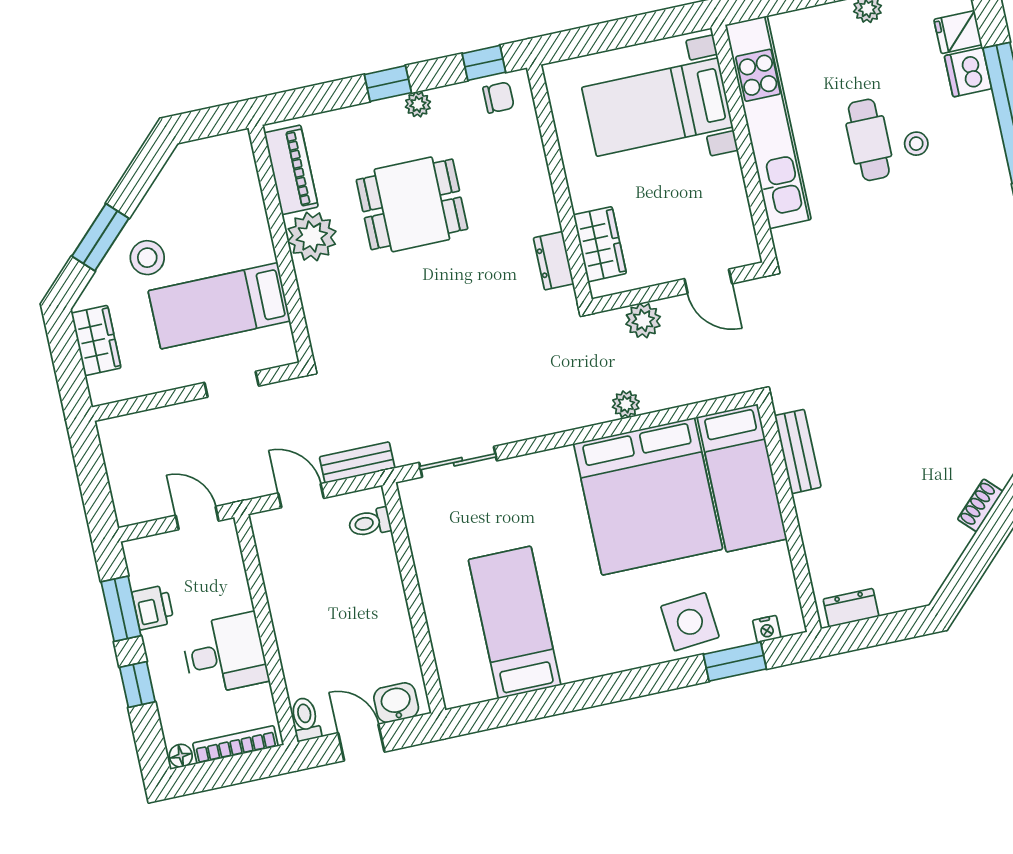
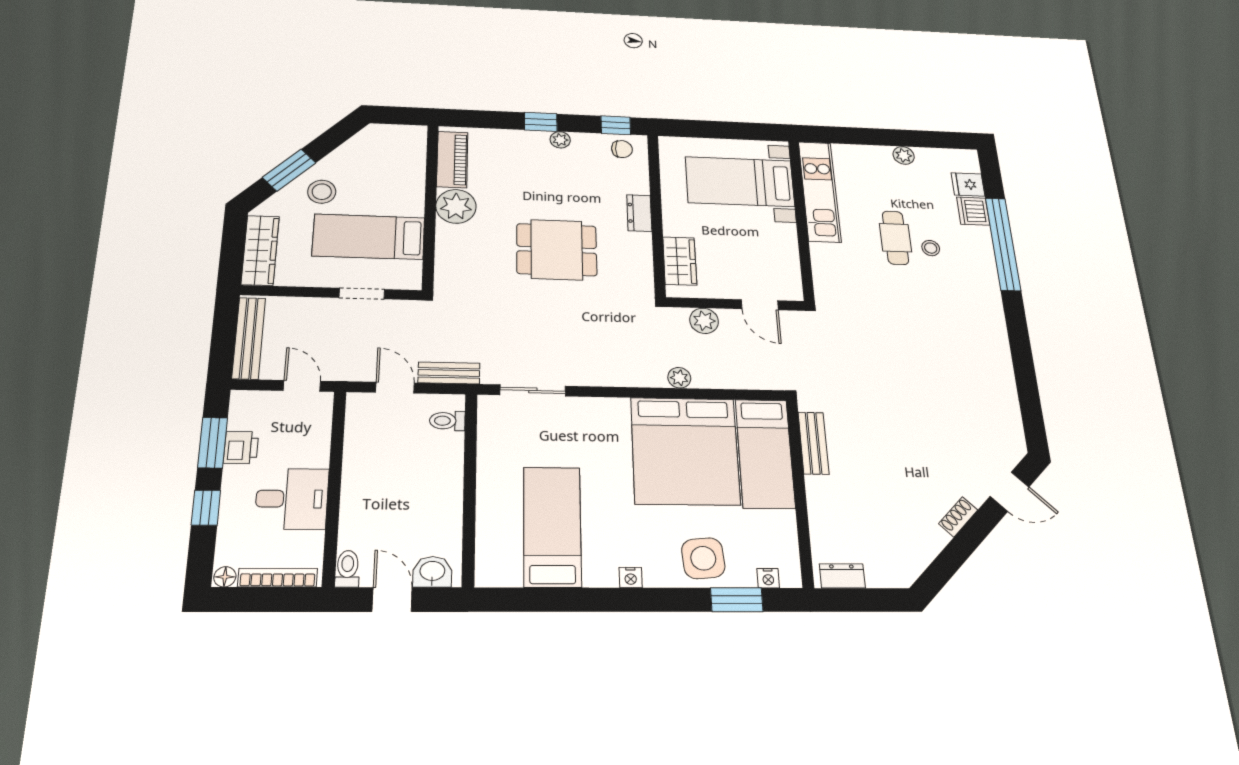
kitchen unit: (768, 122) -> (820, 191), width x0.73
dining table: (412, 204) -> (557, 250), moved
dresser: (554, 261) -> (639, 213), moved
wardrobe: (96, 341) -> (260, 250), width x1.50
bench: (121, 473) -> (249, 338), added
nightstand: (613, 662) -> (631, 577), added

